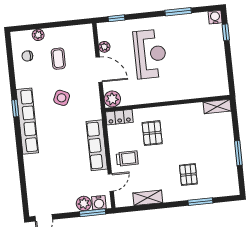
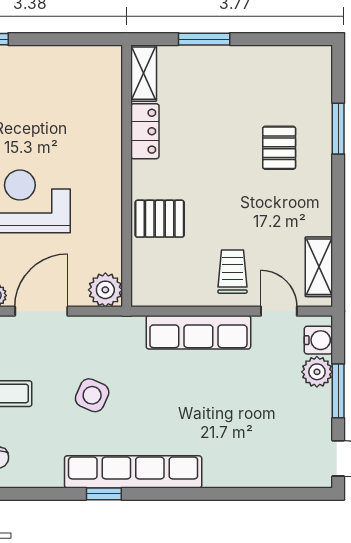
locker: (119, 117) -> (145, 131), moved
pallet: (152, 133) -> (160, 219), moved
window: (238, 153) -> (204, 39), moved
pallet: (188, 175) -> (279, 148), turned 90
shelving: (148, 198) -> (319, 267), moved
window: (93, 213) -> (338, 391), moved

